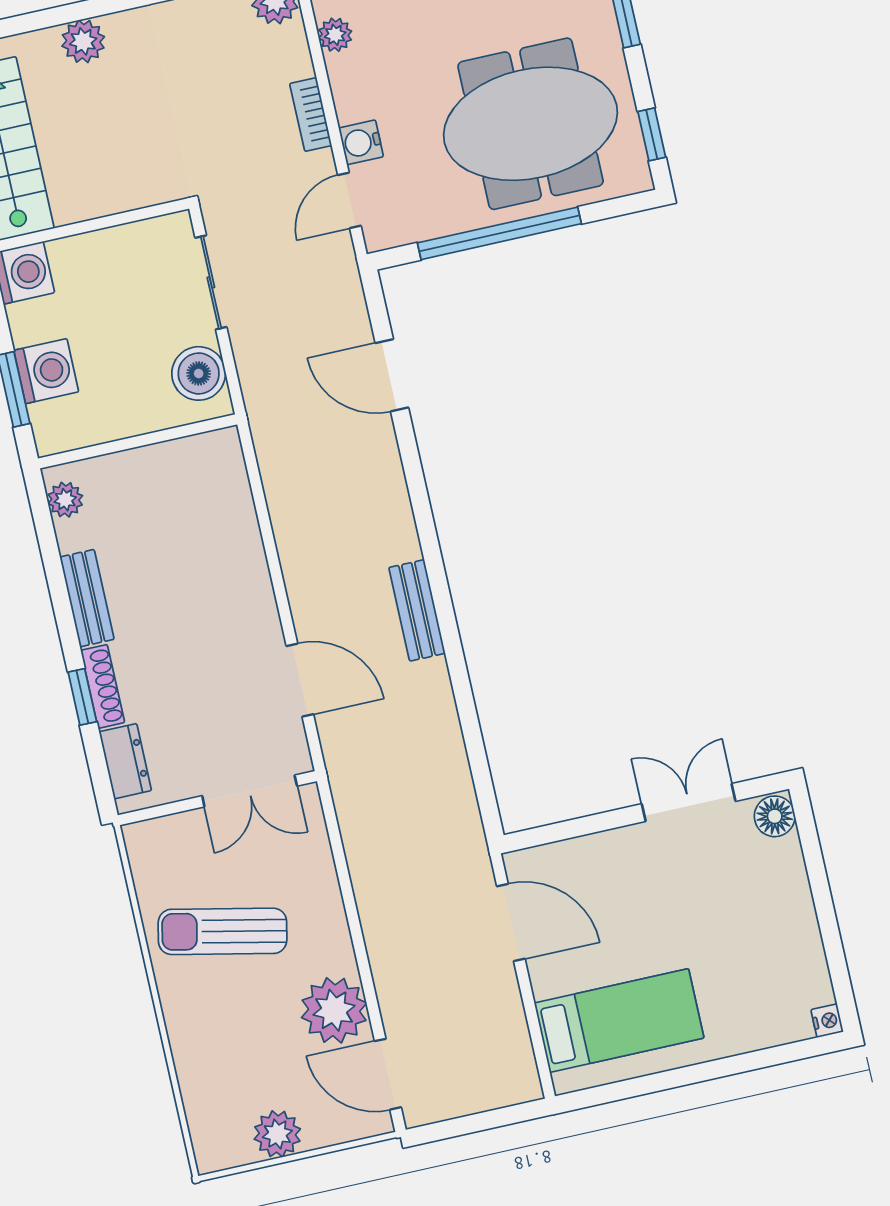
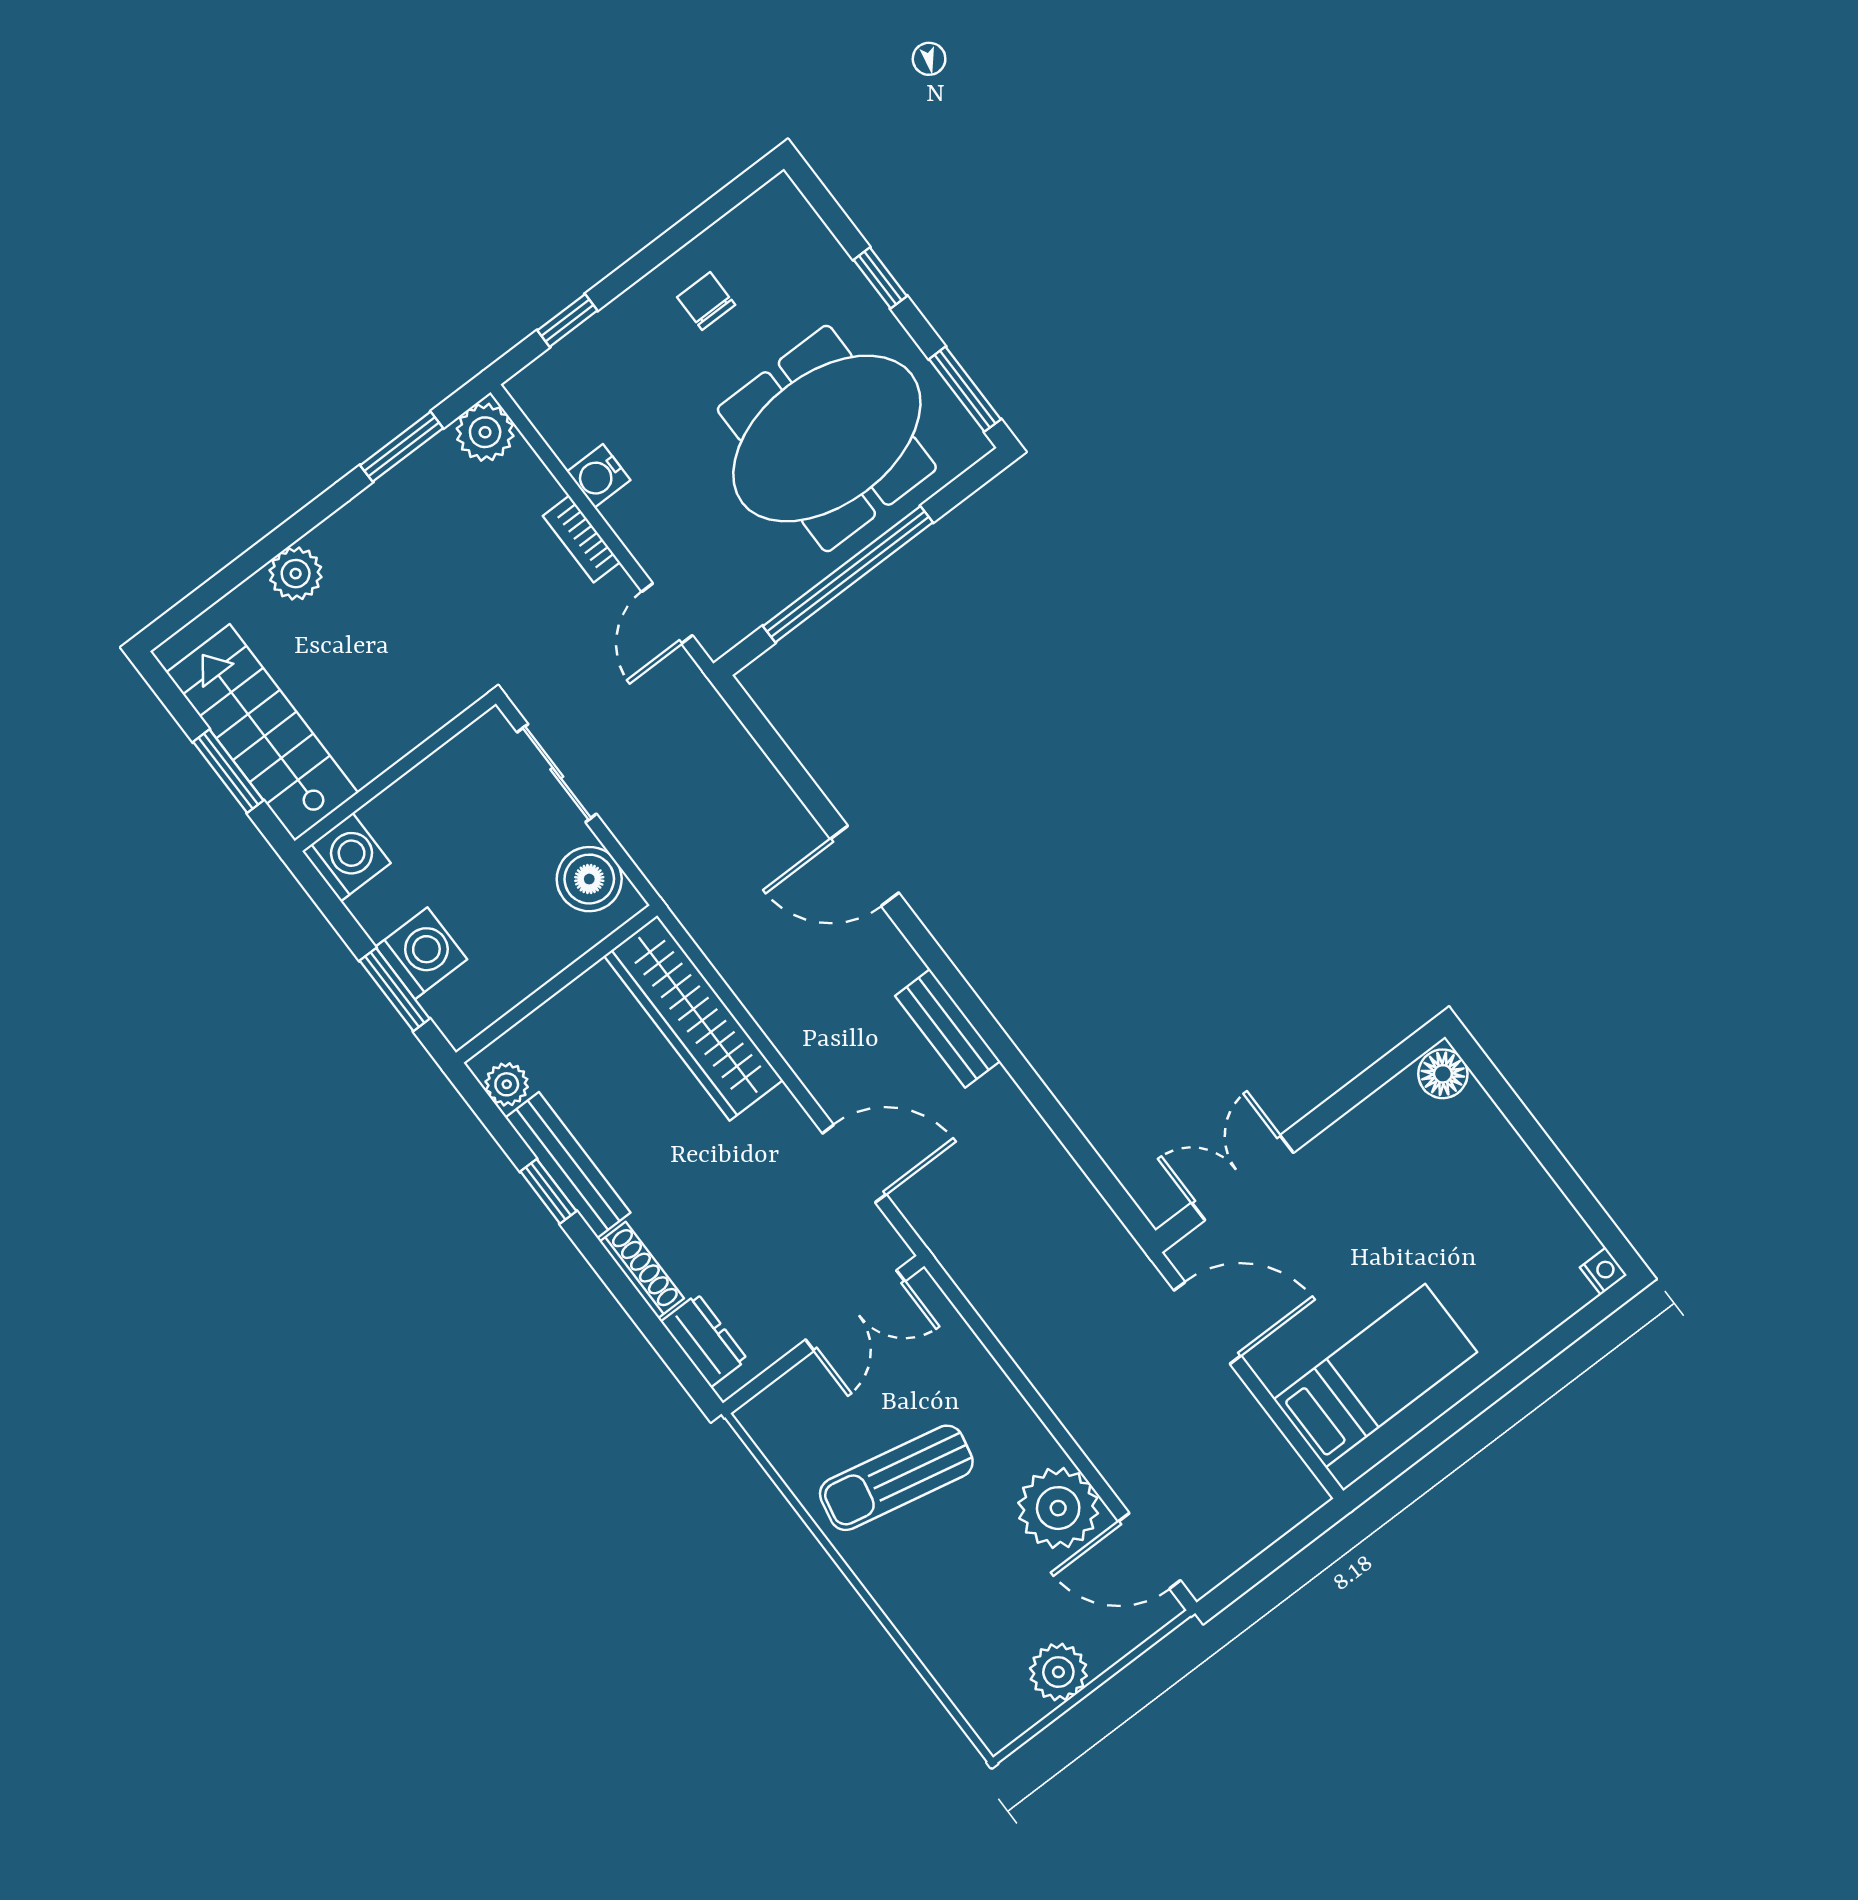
plant: (335, 35) -> (568, 439), removed
window: (652, 134) -> (965, 389), width x1.50
water cooler: (361, 142) -> (599, 476), moved
door: (392, 375) -> (865, 866), moved
wardrobe: (229, 514) -> (693, 1018), added
bench: (87, 598) -> (568, 1165), width x1.36
window: (82, 697) -> (548, 1191), moved
double door: (689, 803) -> (1242, 1178), moved

